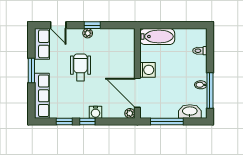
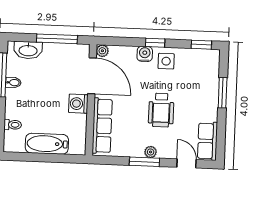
window: (92, 25) -> (144, 162), width x1.50
bathtub: (157, 36) -> (47, 144), moved
window: (31, 70) -> (223, 93), moved
row of seats: (42, 96) -> (102, 126), moved, turned 180
side table: (78, 107) -> (166, 61), added
window: (64, 122) -> (201, 45), moved

